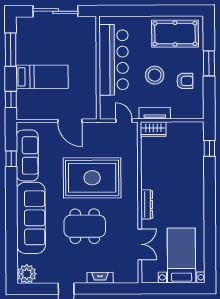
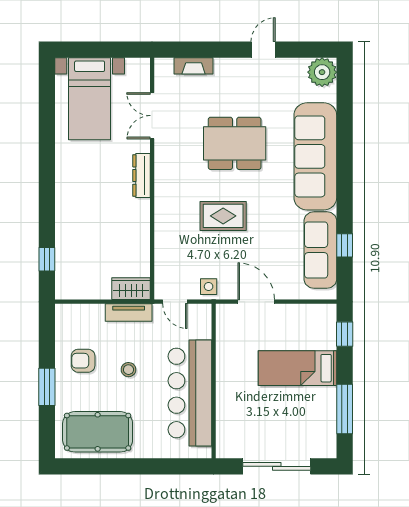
stool: (155, 75) -> (128, 370), width x0.53, depth x0.53
side table: (102, 131) -> (209, 287), added
rug: (92, 178) -> (223, 216), width x0.54, depth x0.49
fireplace: (100, 278) -> (194, 66), moved

